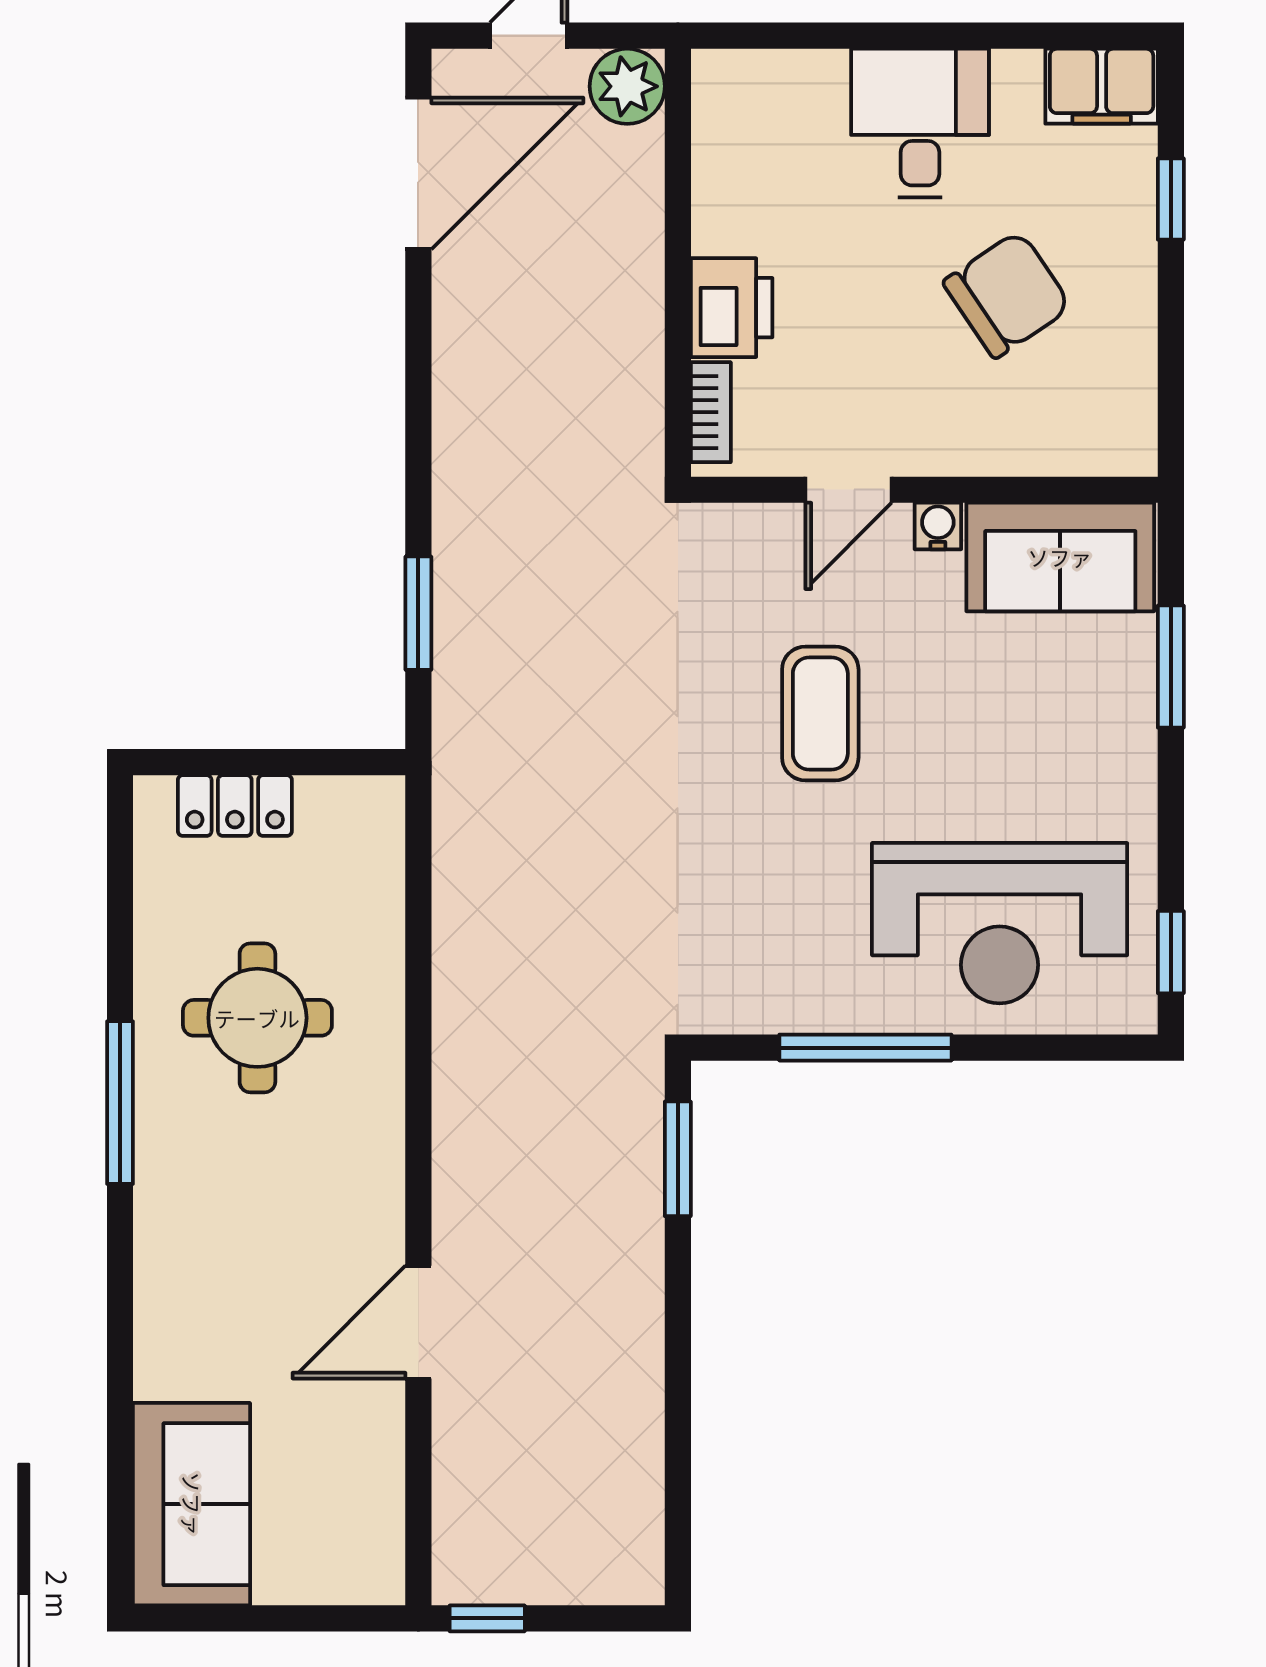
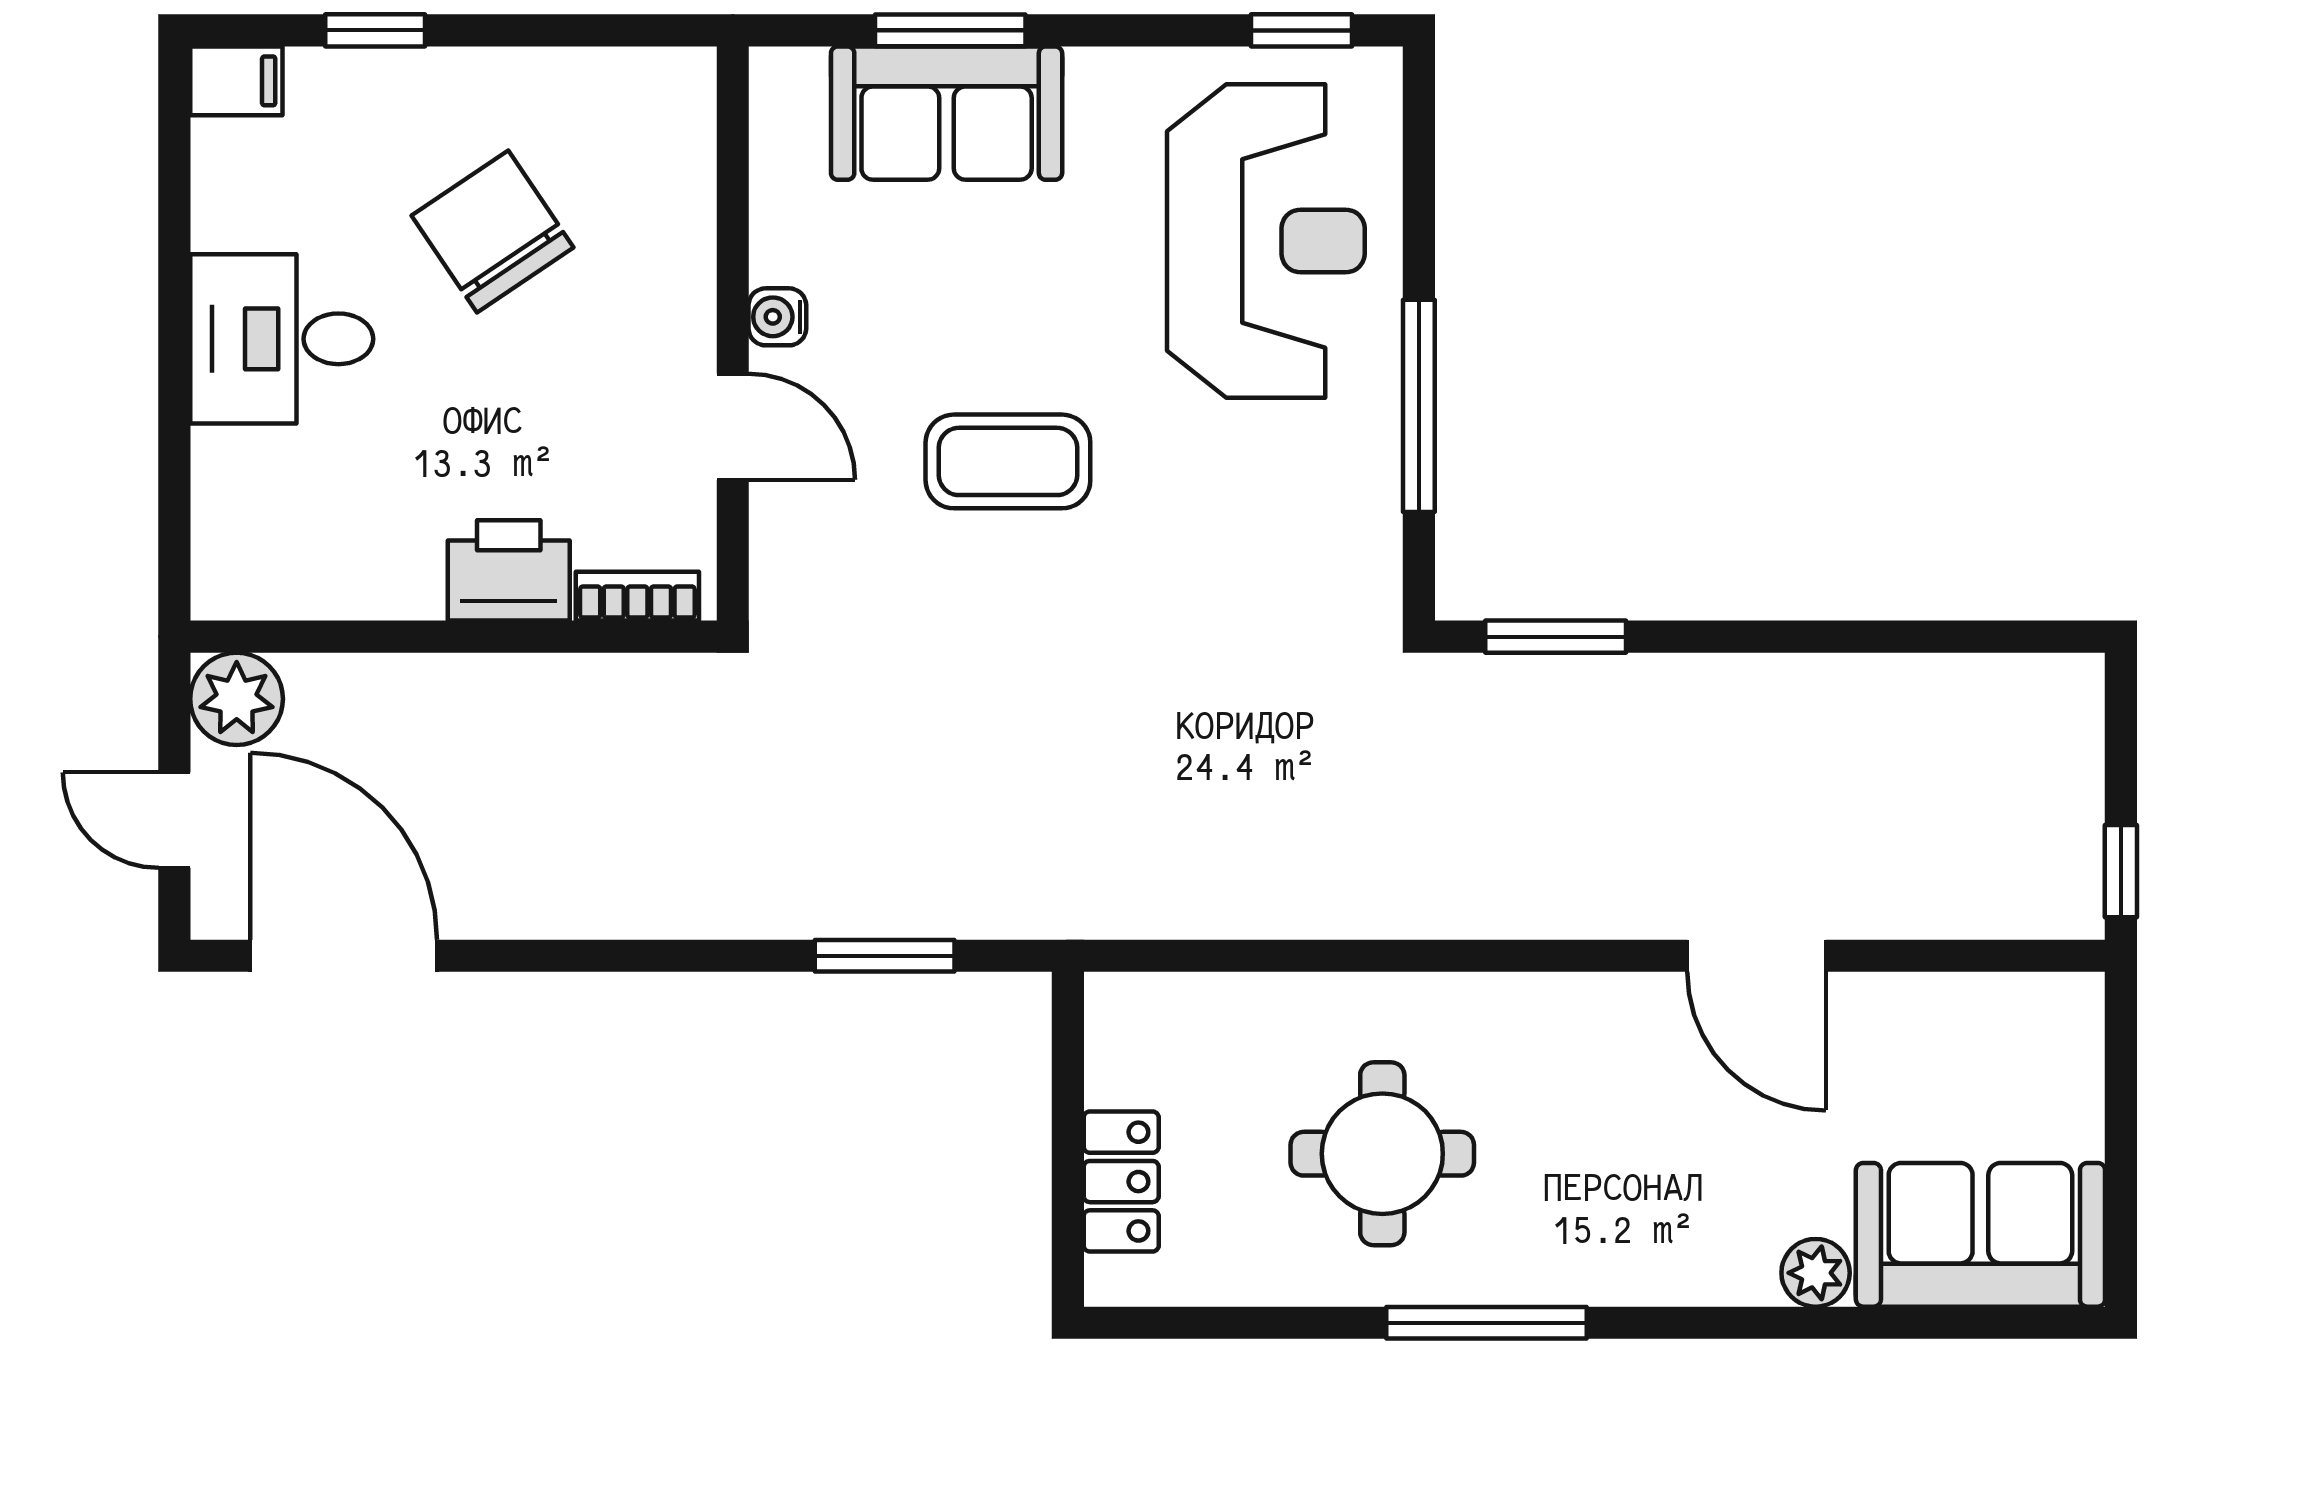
filing cabinet: (1102, 86) -> (236, 81), width x0.50
sofa: (1060, 557) -> (947, 113), moved, turned 90
plant: (161, 1370) -> (1816, 1273), added

